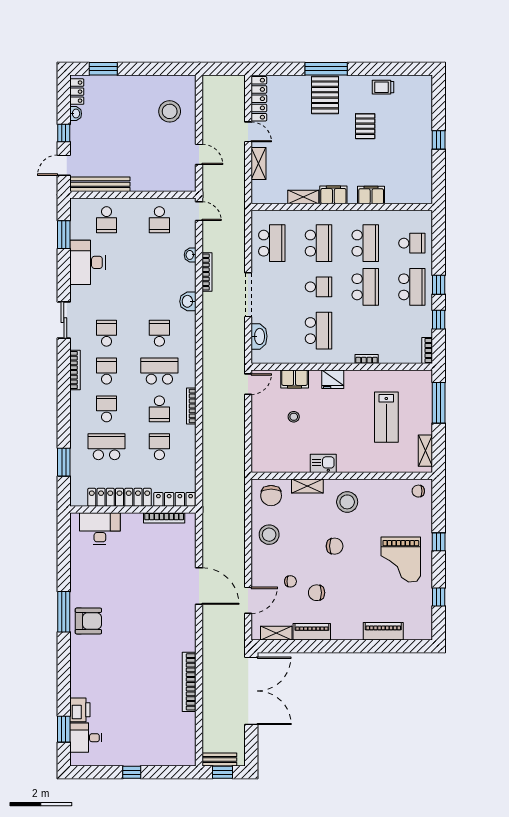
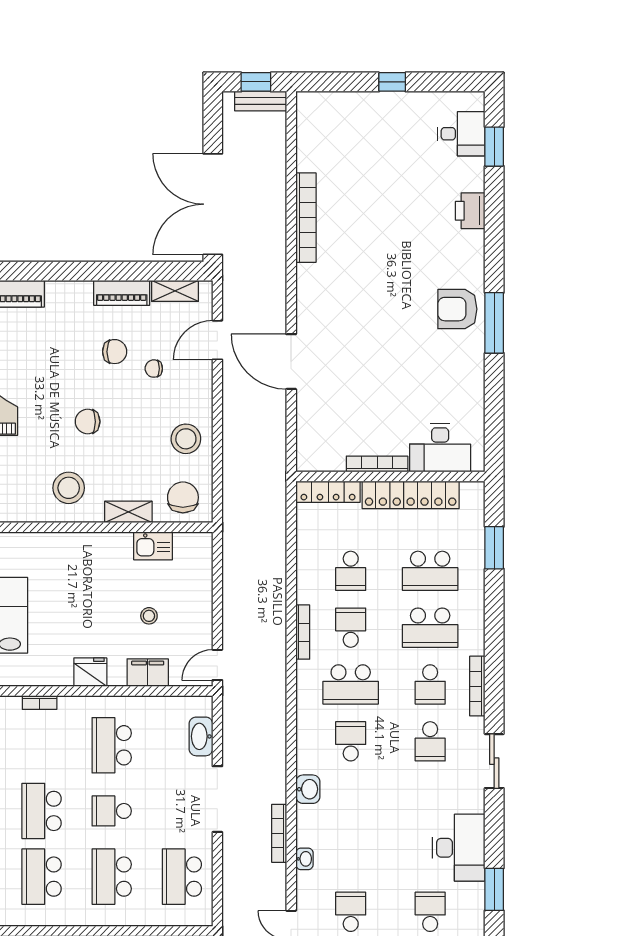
school desk: (159, 333) -> (351, 741), turned 180
school desk: (107, 409) -> (430, 628), width x1.85
kitchen sink: (323, 463) -> (153, 546), moved
bookcase: (164, 518) -> (377, 464), moved
printer: (80, 710) -> (470, 211), moved

